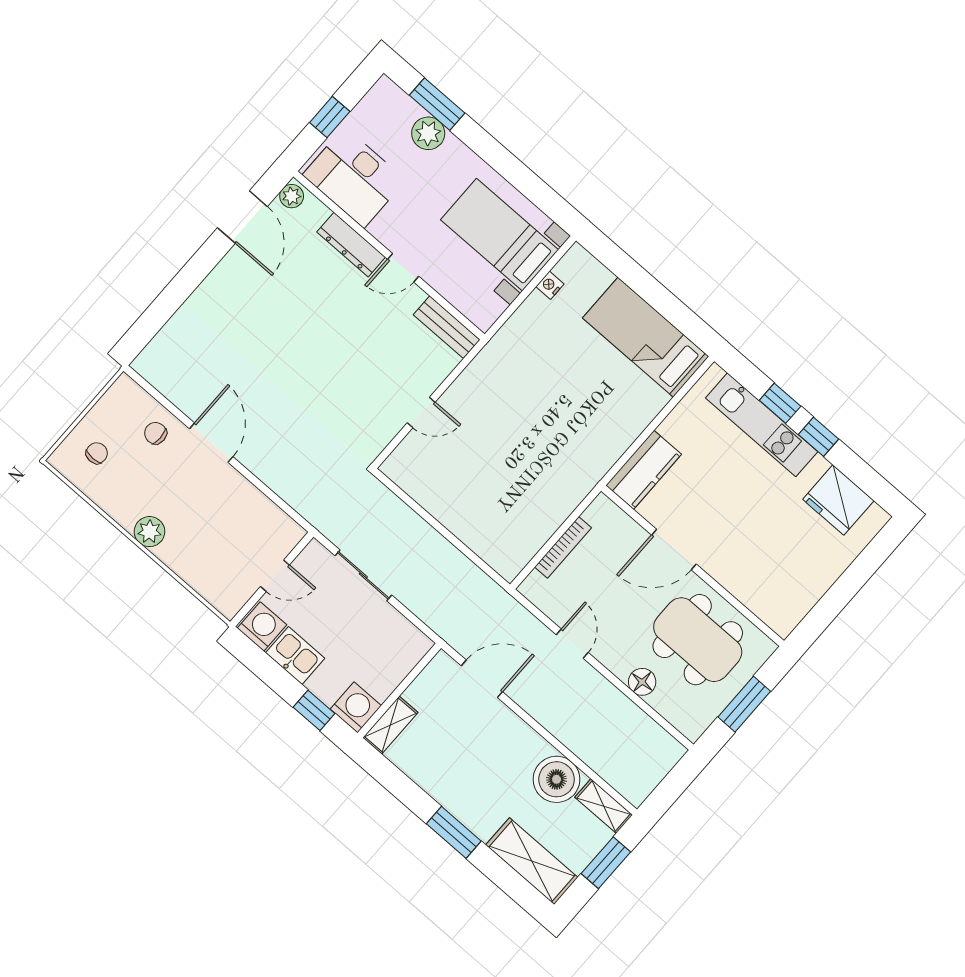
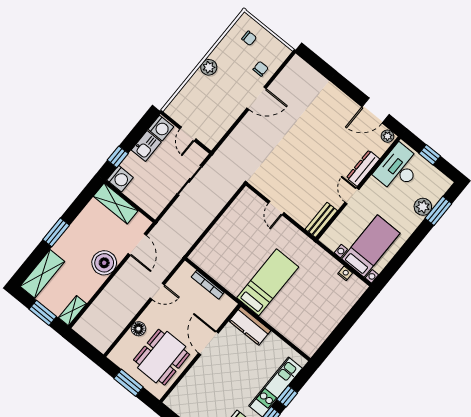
bed: (646, 337) -> (268, 282), moved
shelving: (390, 725) -> (116, 204), width x1.50, depth x1.33
boiler: (557, 779) -> (104, 263), moved

